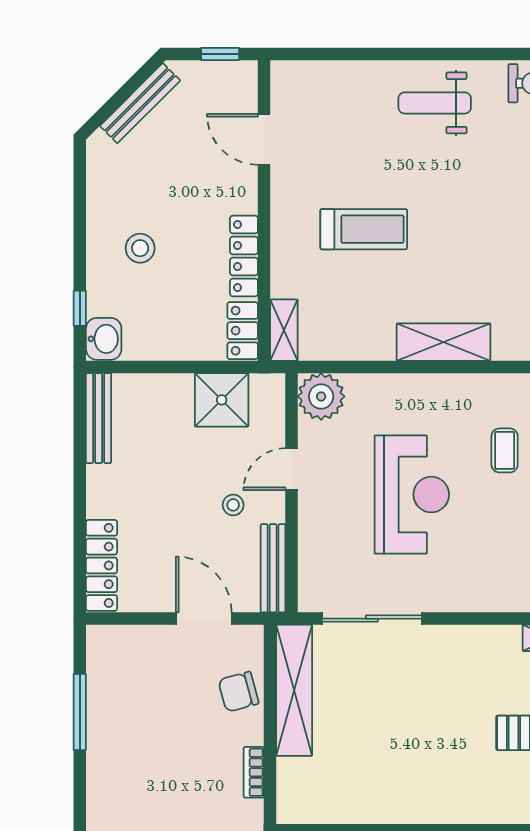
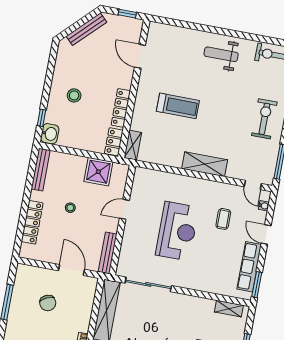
plant: (321, 396) -> (144, 179), removed
stool: (233, 505) -> (70, 208), moved
locker: (102, 565) -> (32, 222), moved
chair: (238, 692) -> (48, 303), moved, turned -100

